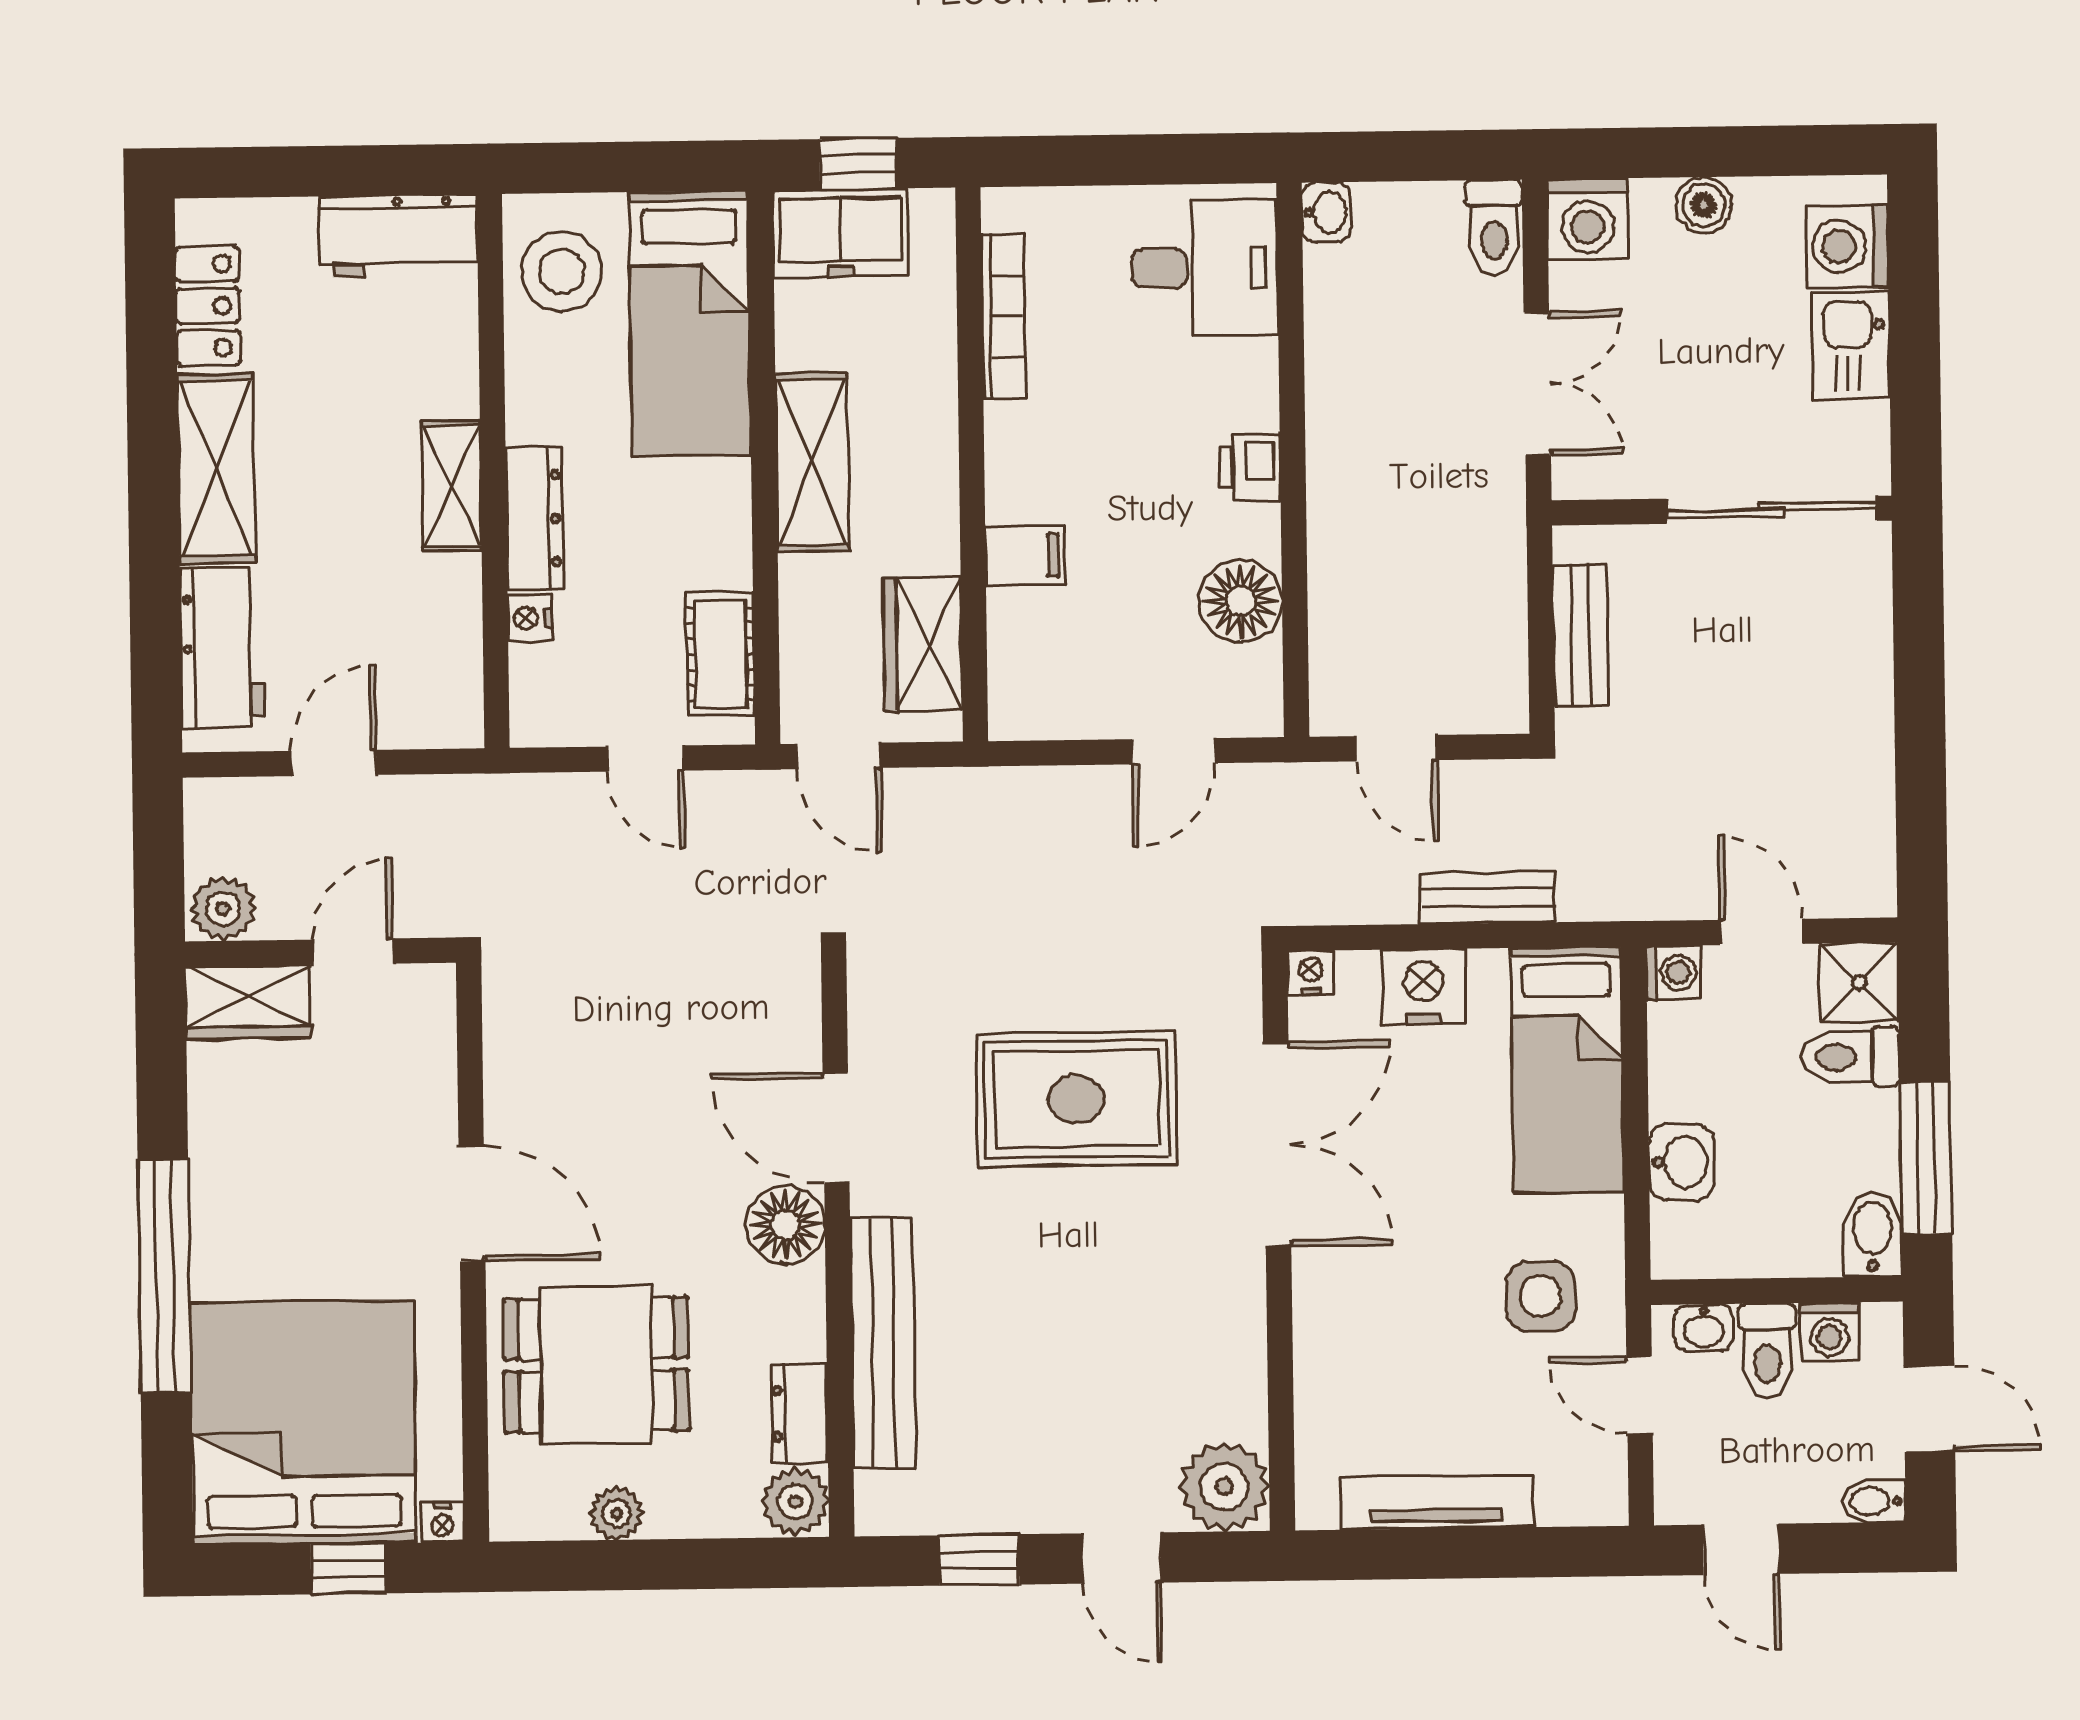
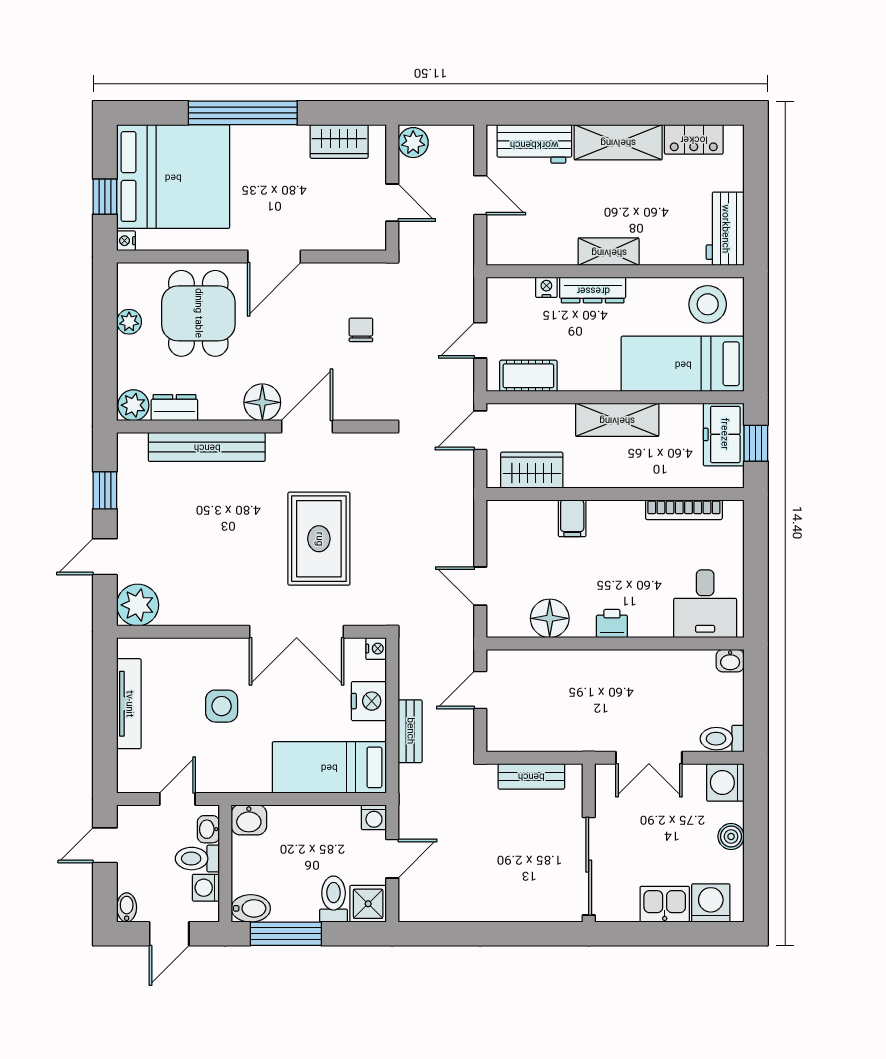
wardrobe: (248, 1002) -> (339, 141), moved, turned -90
chair: (627, 1015) -> (361, 330), added
washbasin: (1681, 1162) -> (249, 820), moved
side table: (1541, 1296) -> (222, 706), moved

